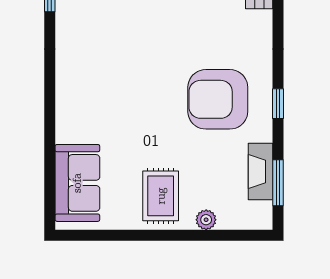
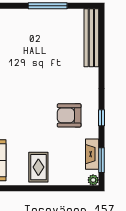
armchair: (218, 99) -> (69, 115), width x0.73, depth x0.73
plant: (206, 220) -> (93, 180), moved

